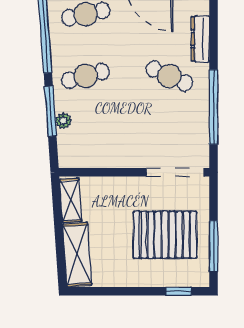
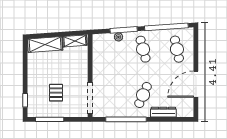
pallet: (165, 235) -> (56, 93), width x0.49, depth x0.50

